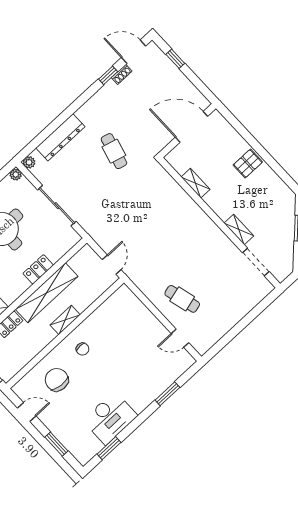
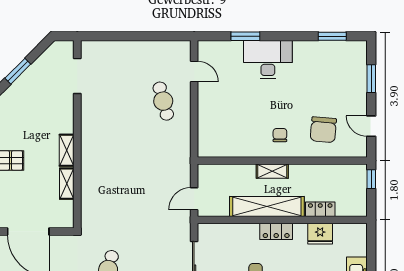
shelving: (239, 230) -> (67, 150), moved
door: (112, 265) -> (194, 199), moved
locker: (38, 269) -> (276, 231), moved
desk: (110, 418) -> (268, 60), moved

